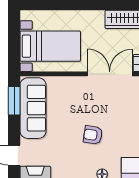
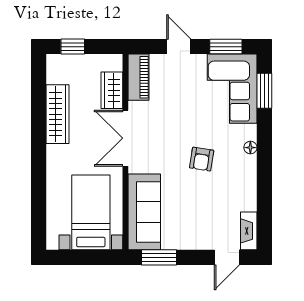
sofa: (33, 108) -> (144, 212), moved, turned 90

